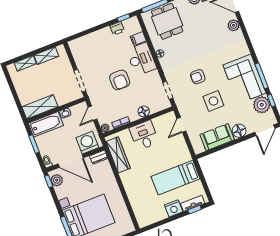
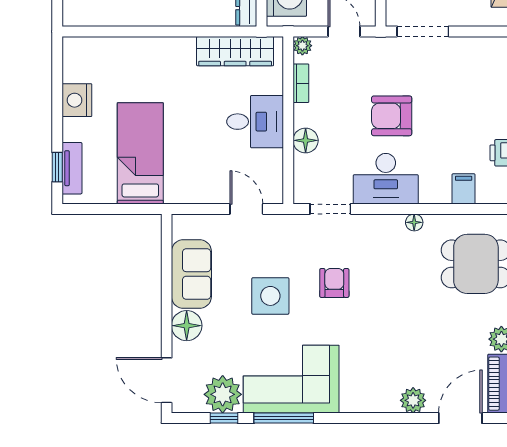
desk: (141, 59) -> (386, 179), moved
nightstand: (174, 208) -> (77, 100), moved

